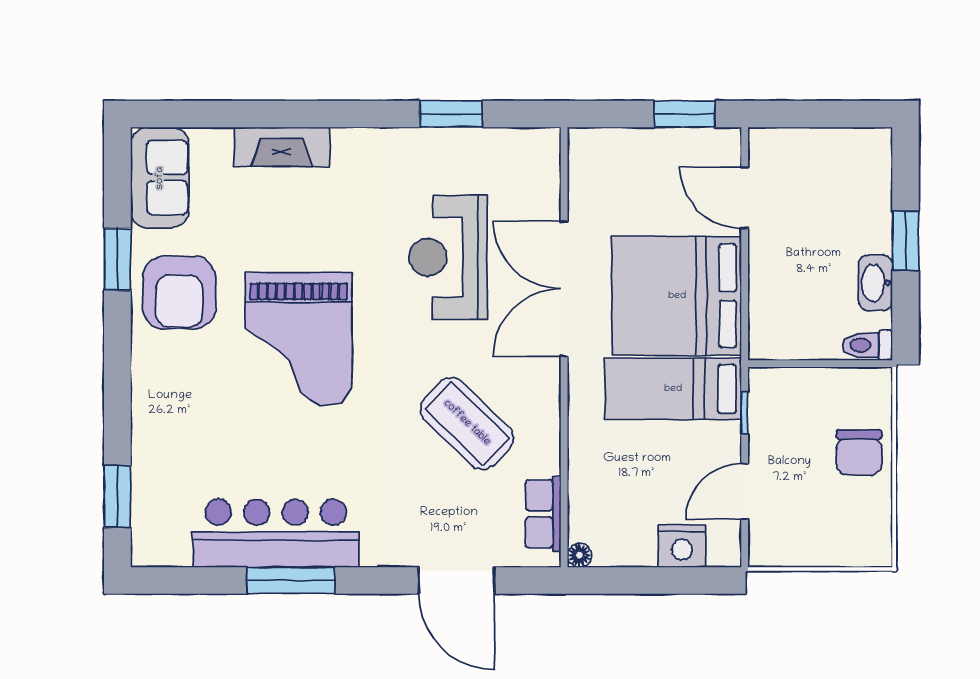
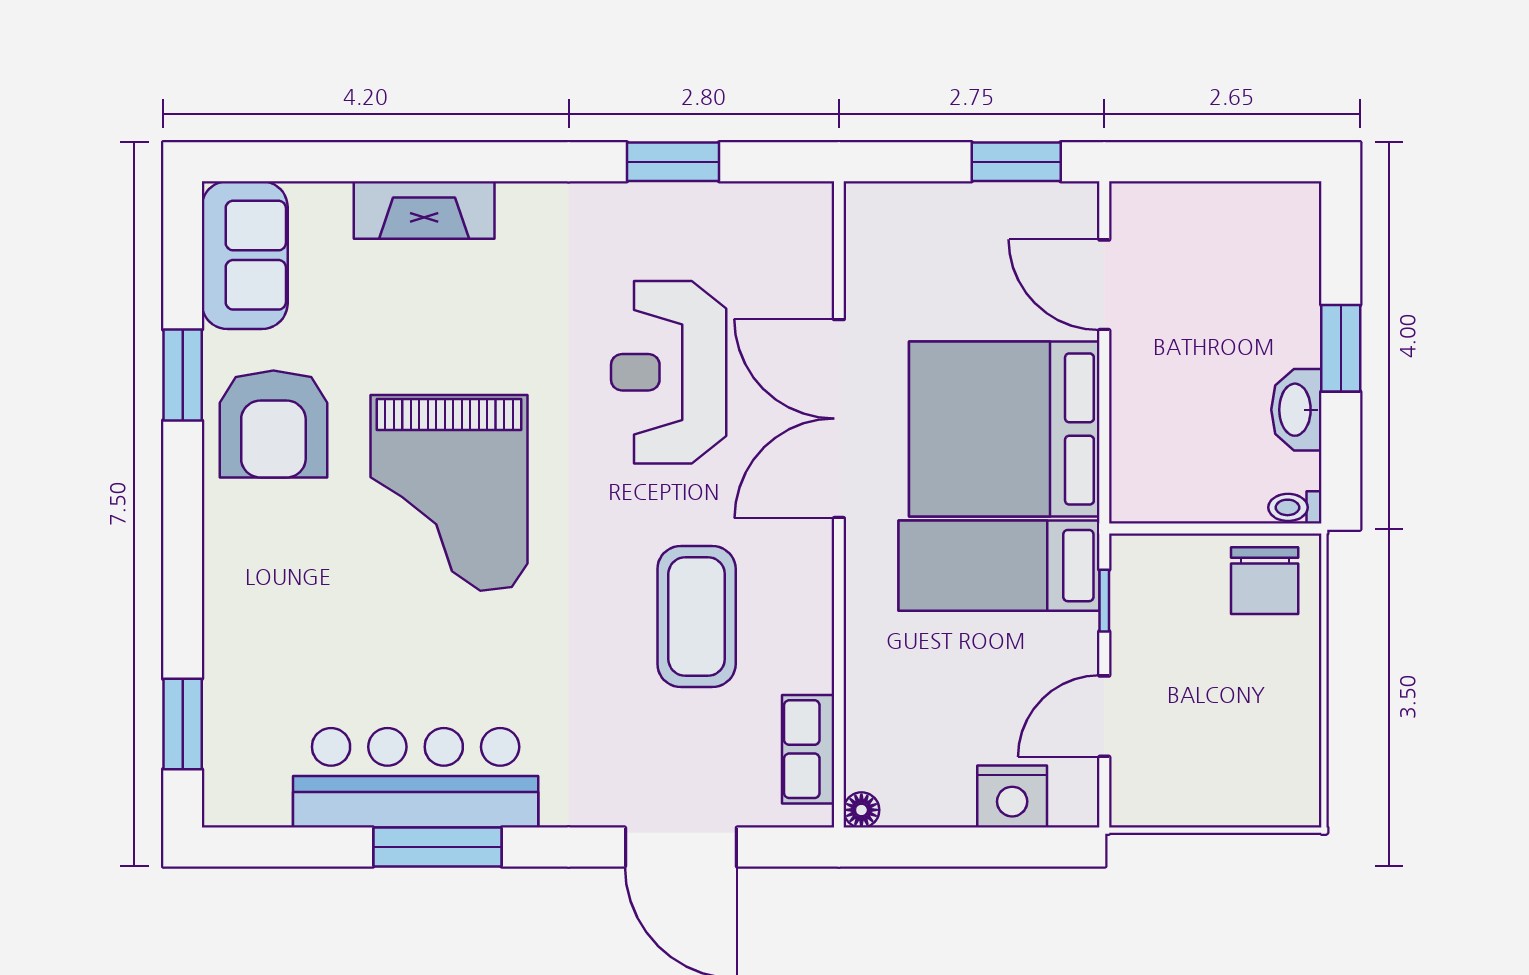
toilet: (867, 345) -> (1295, 507), width x0.73, depth x0.72
coffee table: (467, 423) -> (697, 616), turned 46
chair: (859, 452) -> (1265, 581), moved

